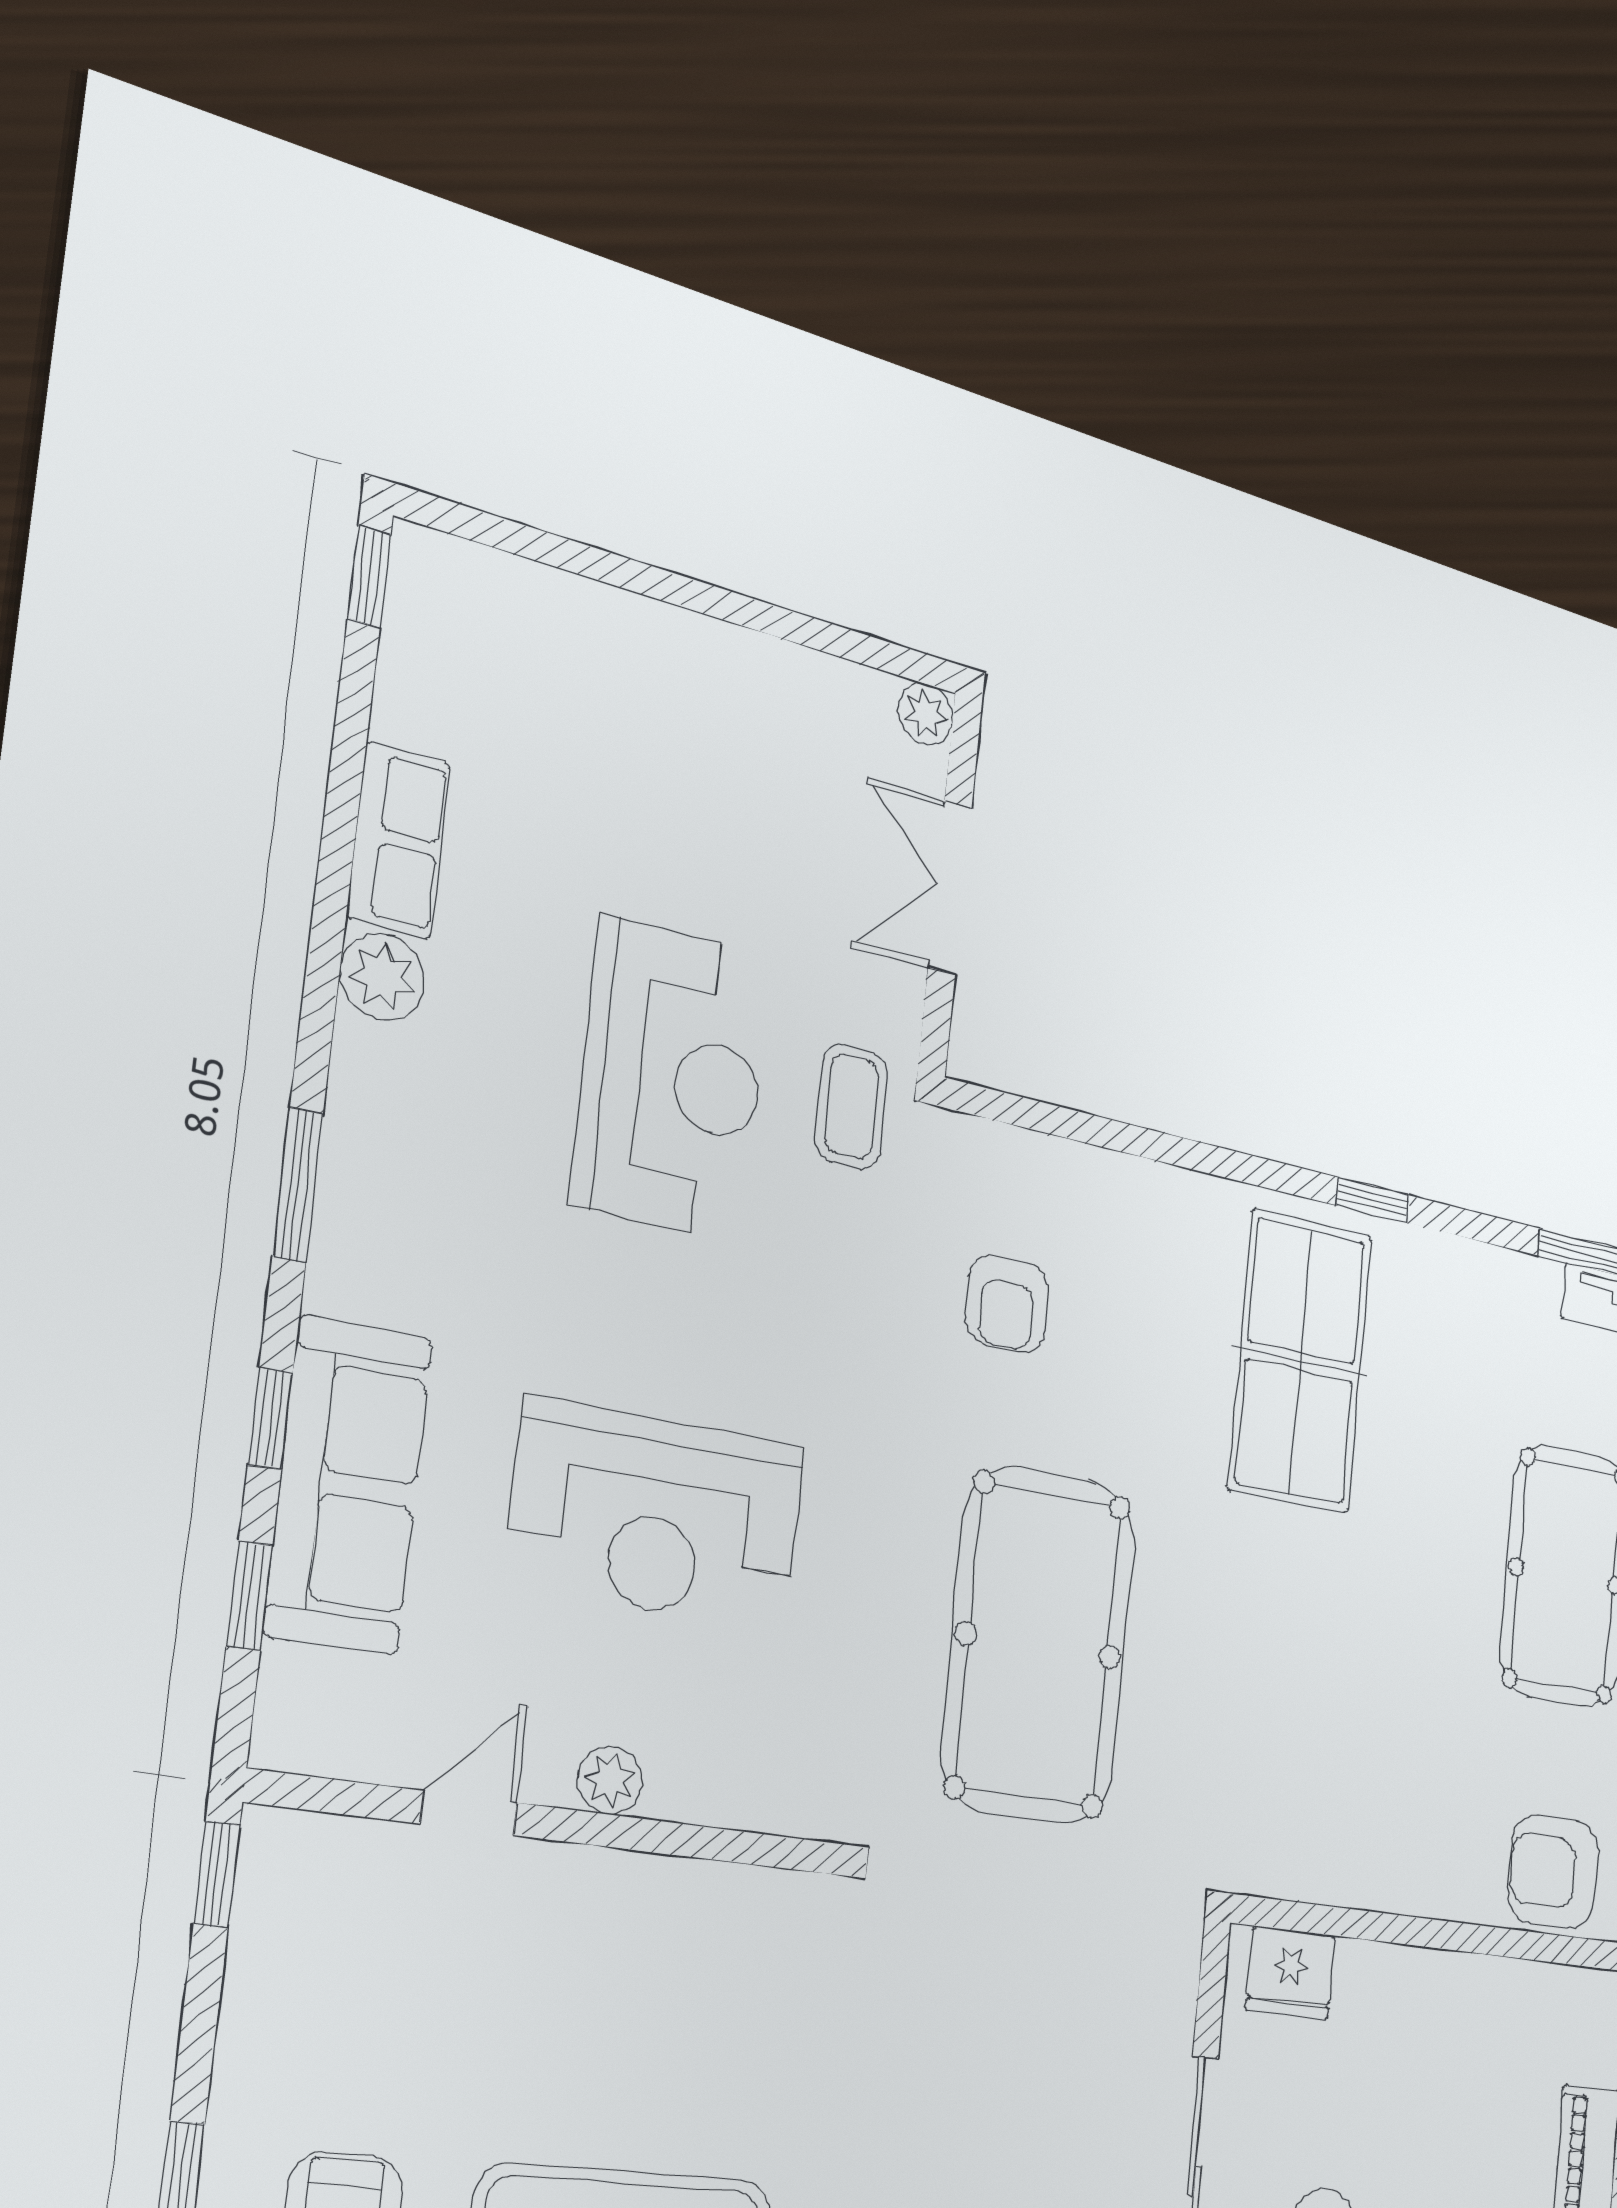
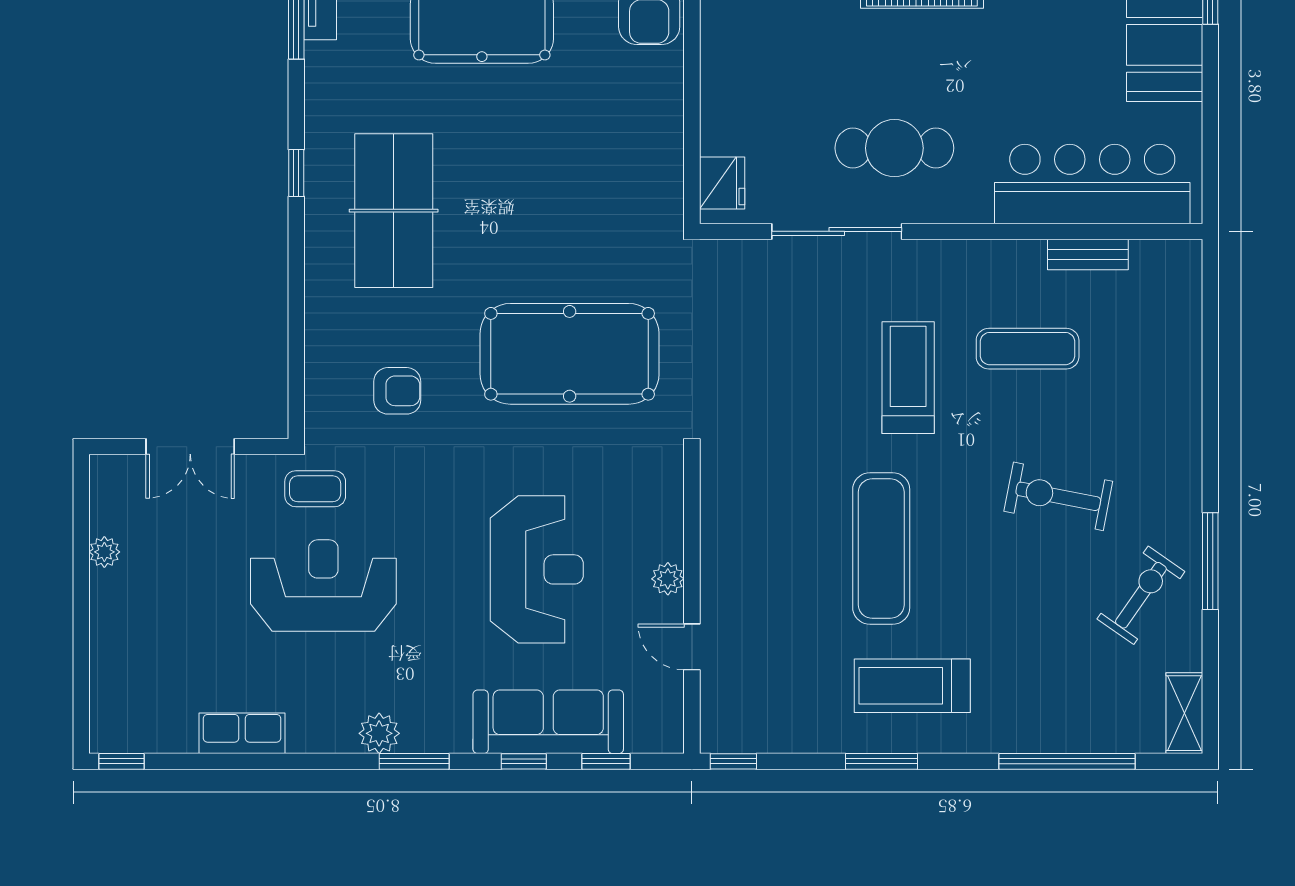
plant: (926, 714) -> (104, 552), moved
plant: (382, 977) -> (379, 733), moved
table tennis table: (1300, 1362) -> (394, 211), turned 90

